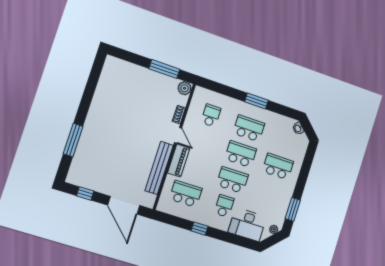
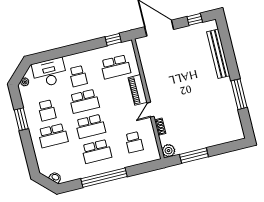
window: (256, 101) -> (104, 178), width x2.11
door: (178, 135) -> (151, 110), hinge flipped
window: (73, 140) -> (239, 94), moved
bench: (159, 168) -> (218, 54), moved
school desk: (270, 192) -> (47, 110), added
window: (293, 209) -> (21, 119), moved
window: (199, 229) -> (113, 39), moved

